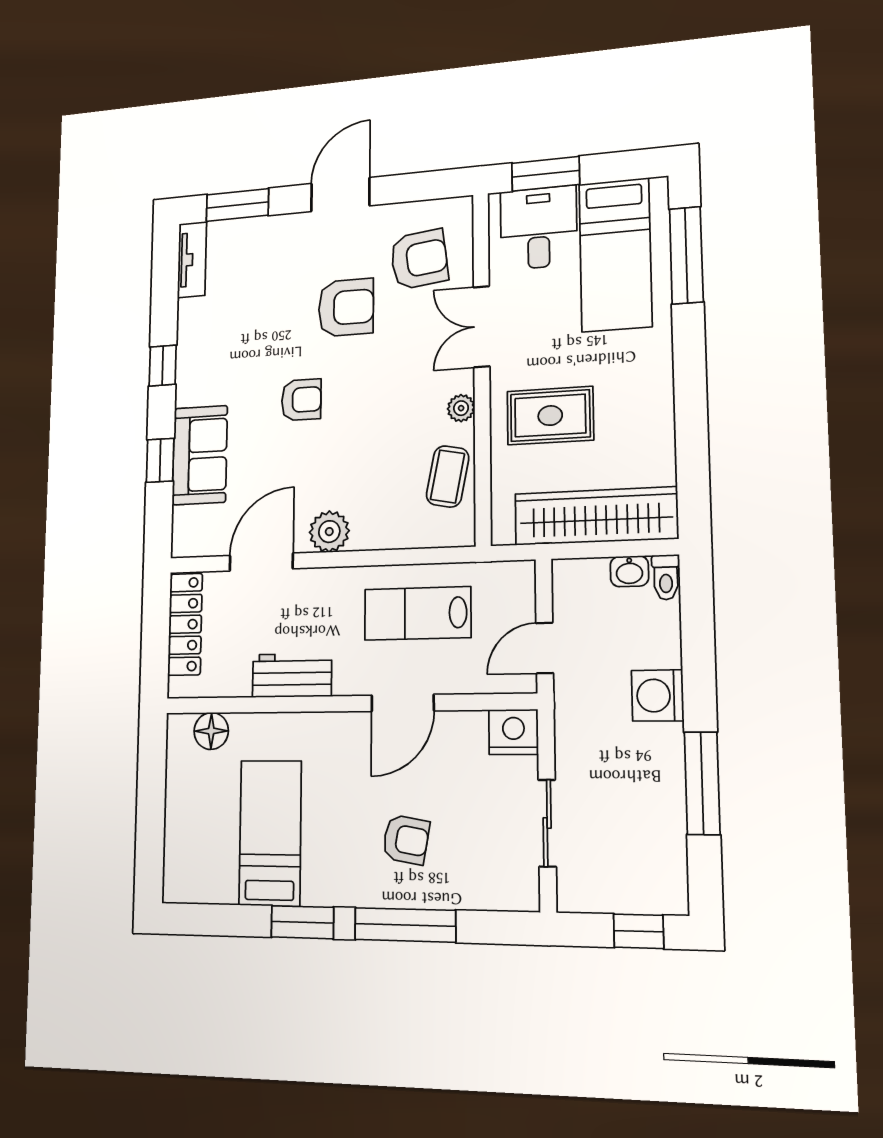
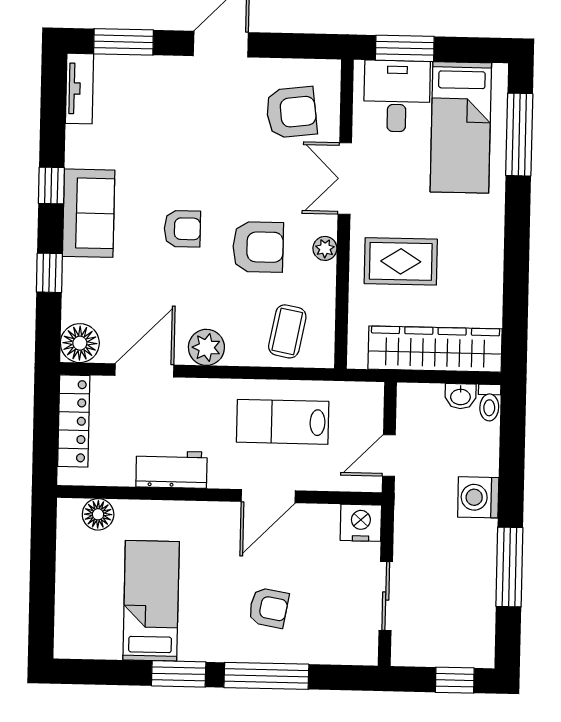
armchair: (346, 307) -> (258, 247), moved
sofa: (200, 455) -> (89, 213), moved
coffee table: (448, 476) -> (287, 331), moved
floor lamp: (192, 536) -> (80, 343), added

